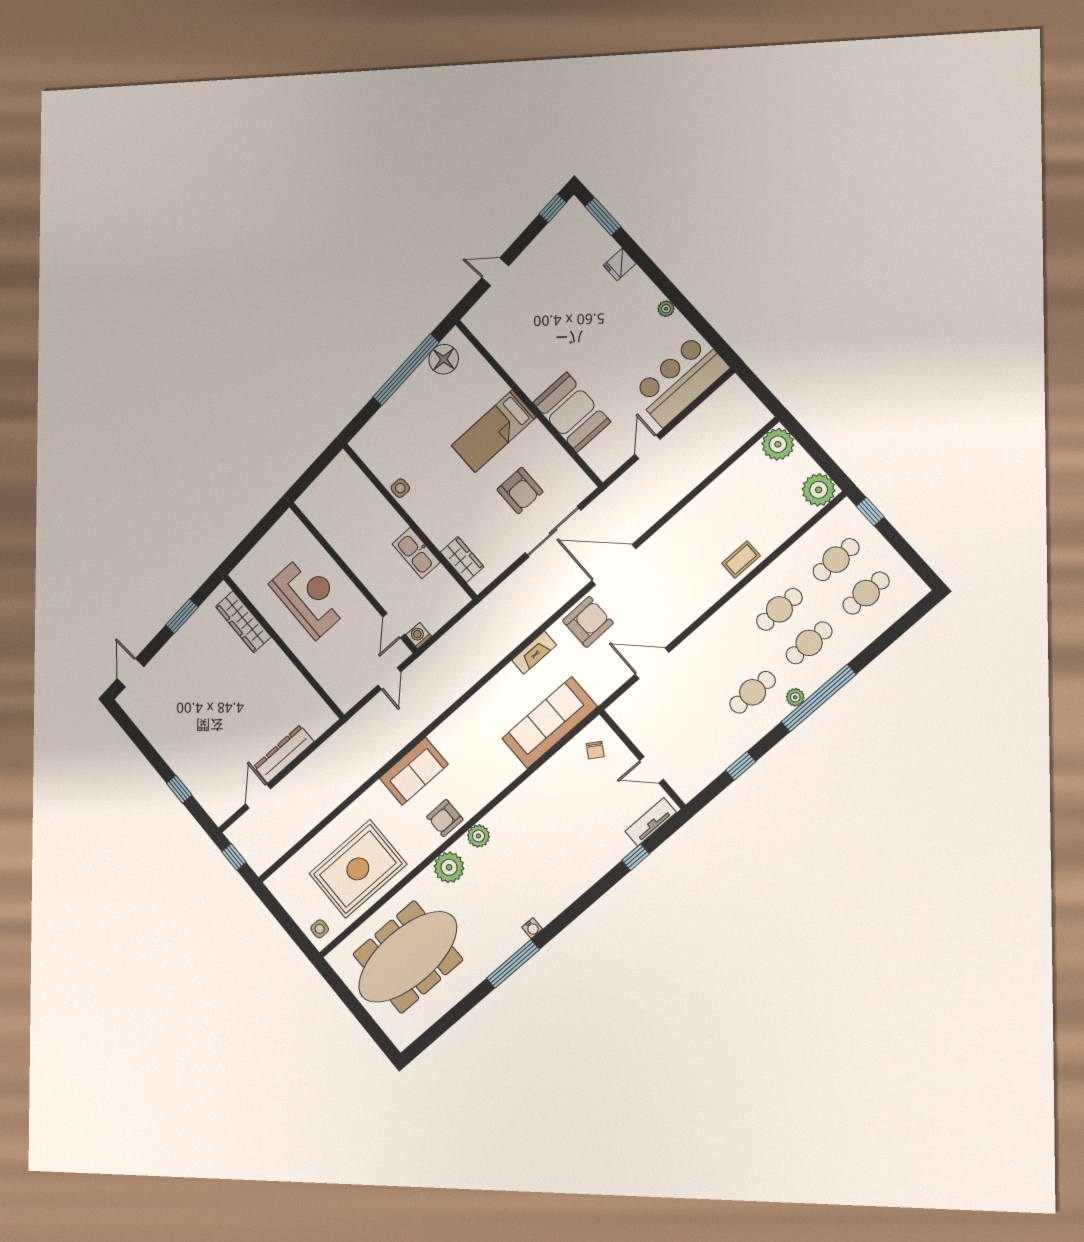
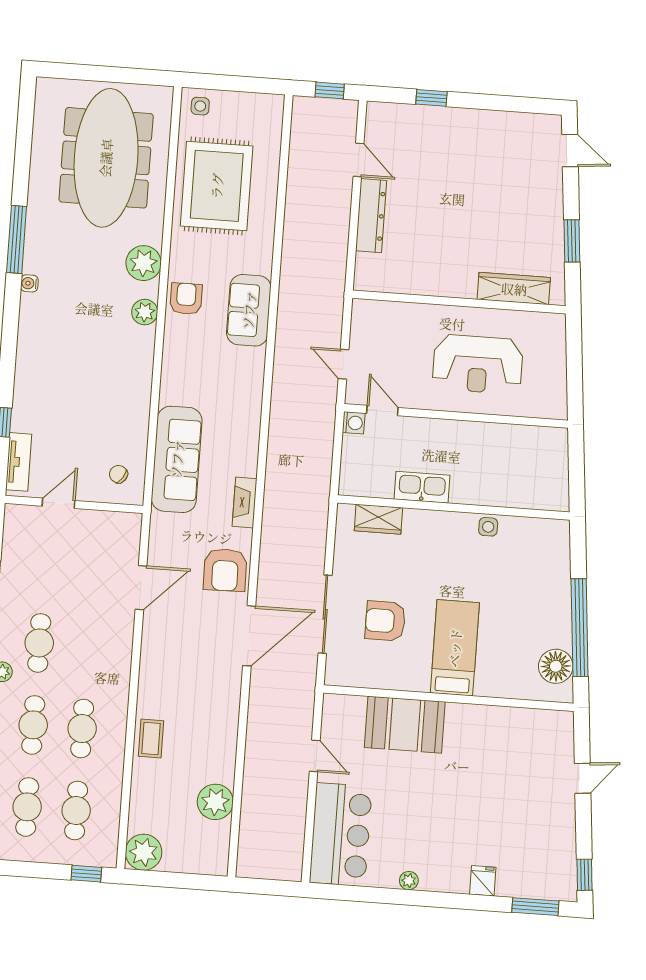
plant: (778, 444) -> (215, 802), moved

